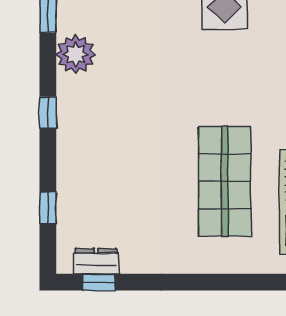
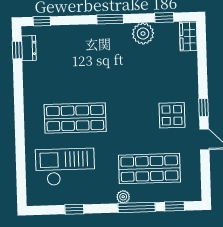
window: (48, 113) -> (110, 19), width x1.50
window: (48, 208) -> (42, 21), moved

